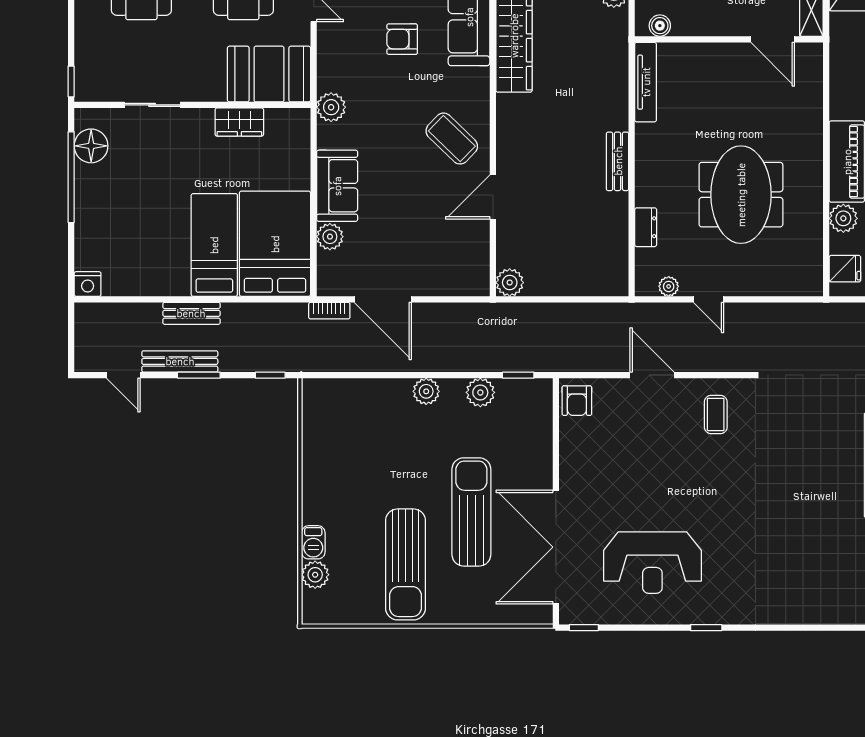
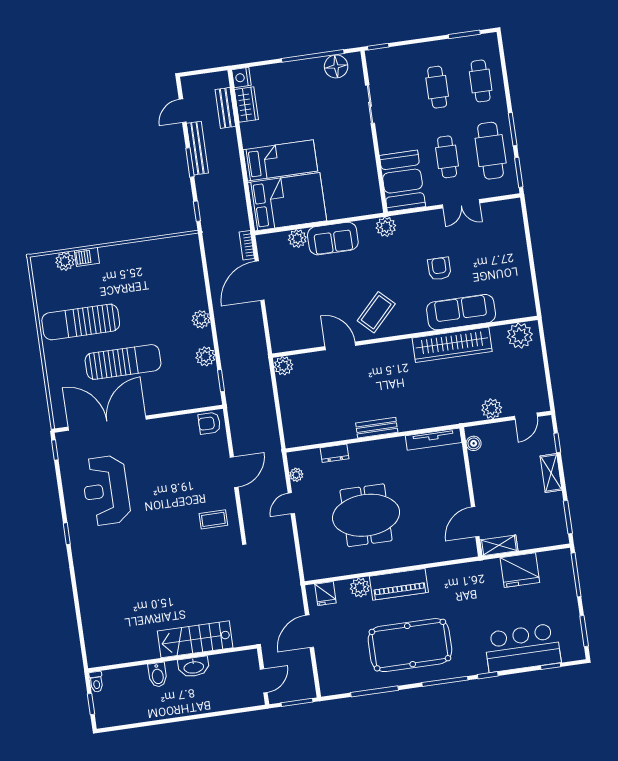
wardrobe: (239, 122) -> (246, 104), moved, turned 180
bench: (191, 313) -> (225, 108), moved

